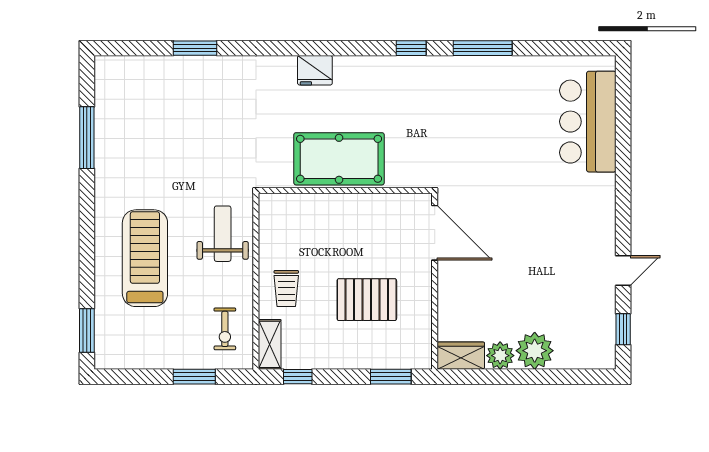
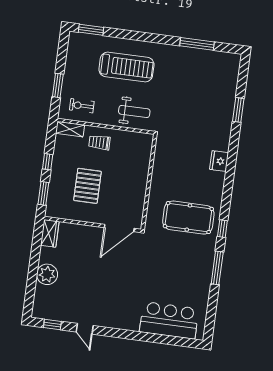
fridge: (315, 70) -> (219, 161), moved
pool table: (339, 159) -> (188, 218), moved, turned 90
plant: (500, 356) -> (47, 255), removed
window: (298, 377) -> (48, 162), moved

